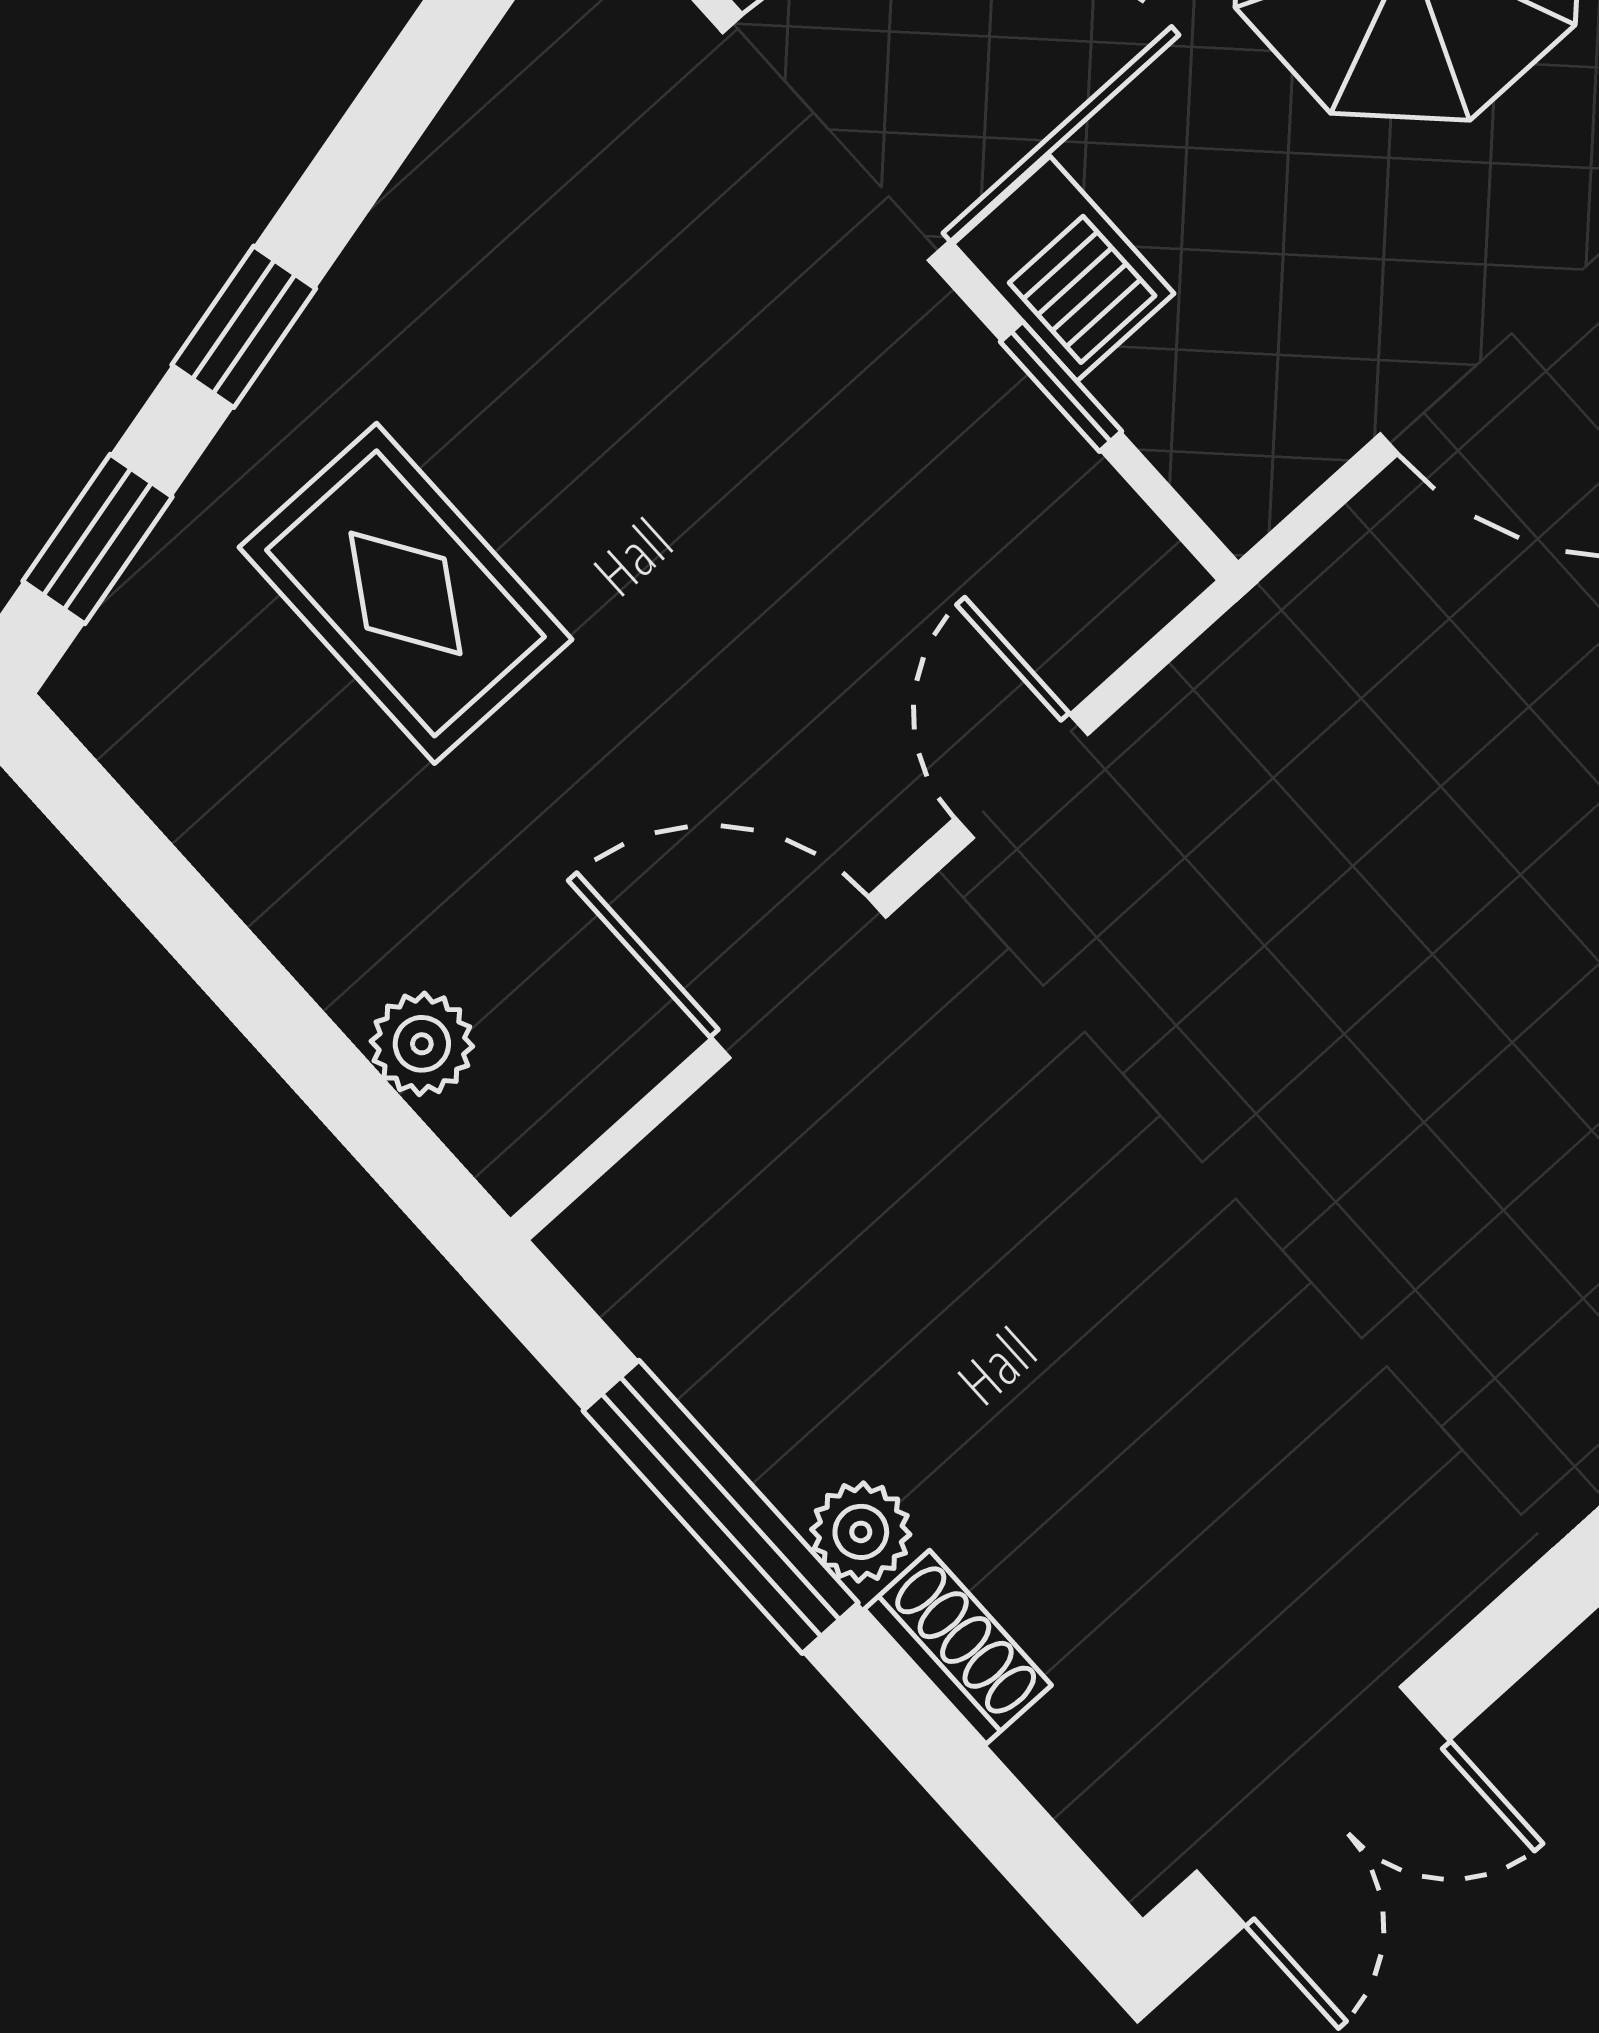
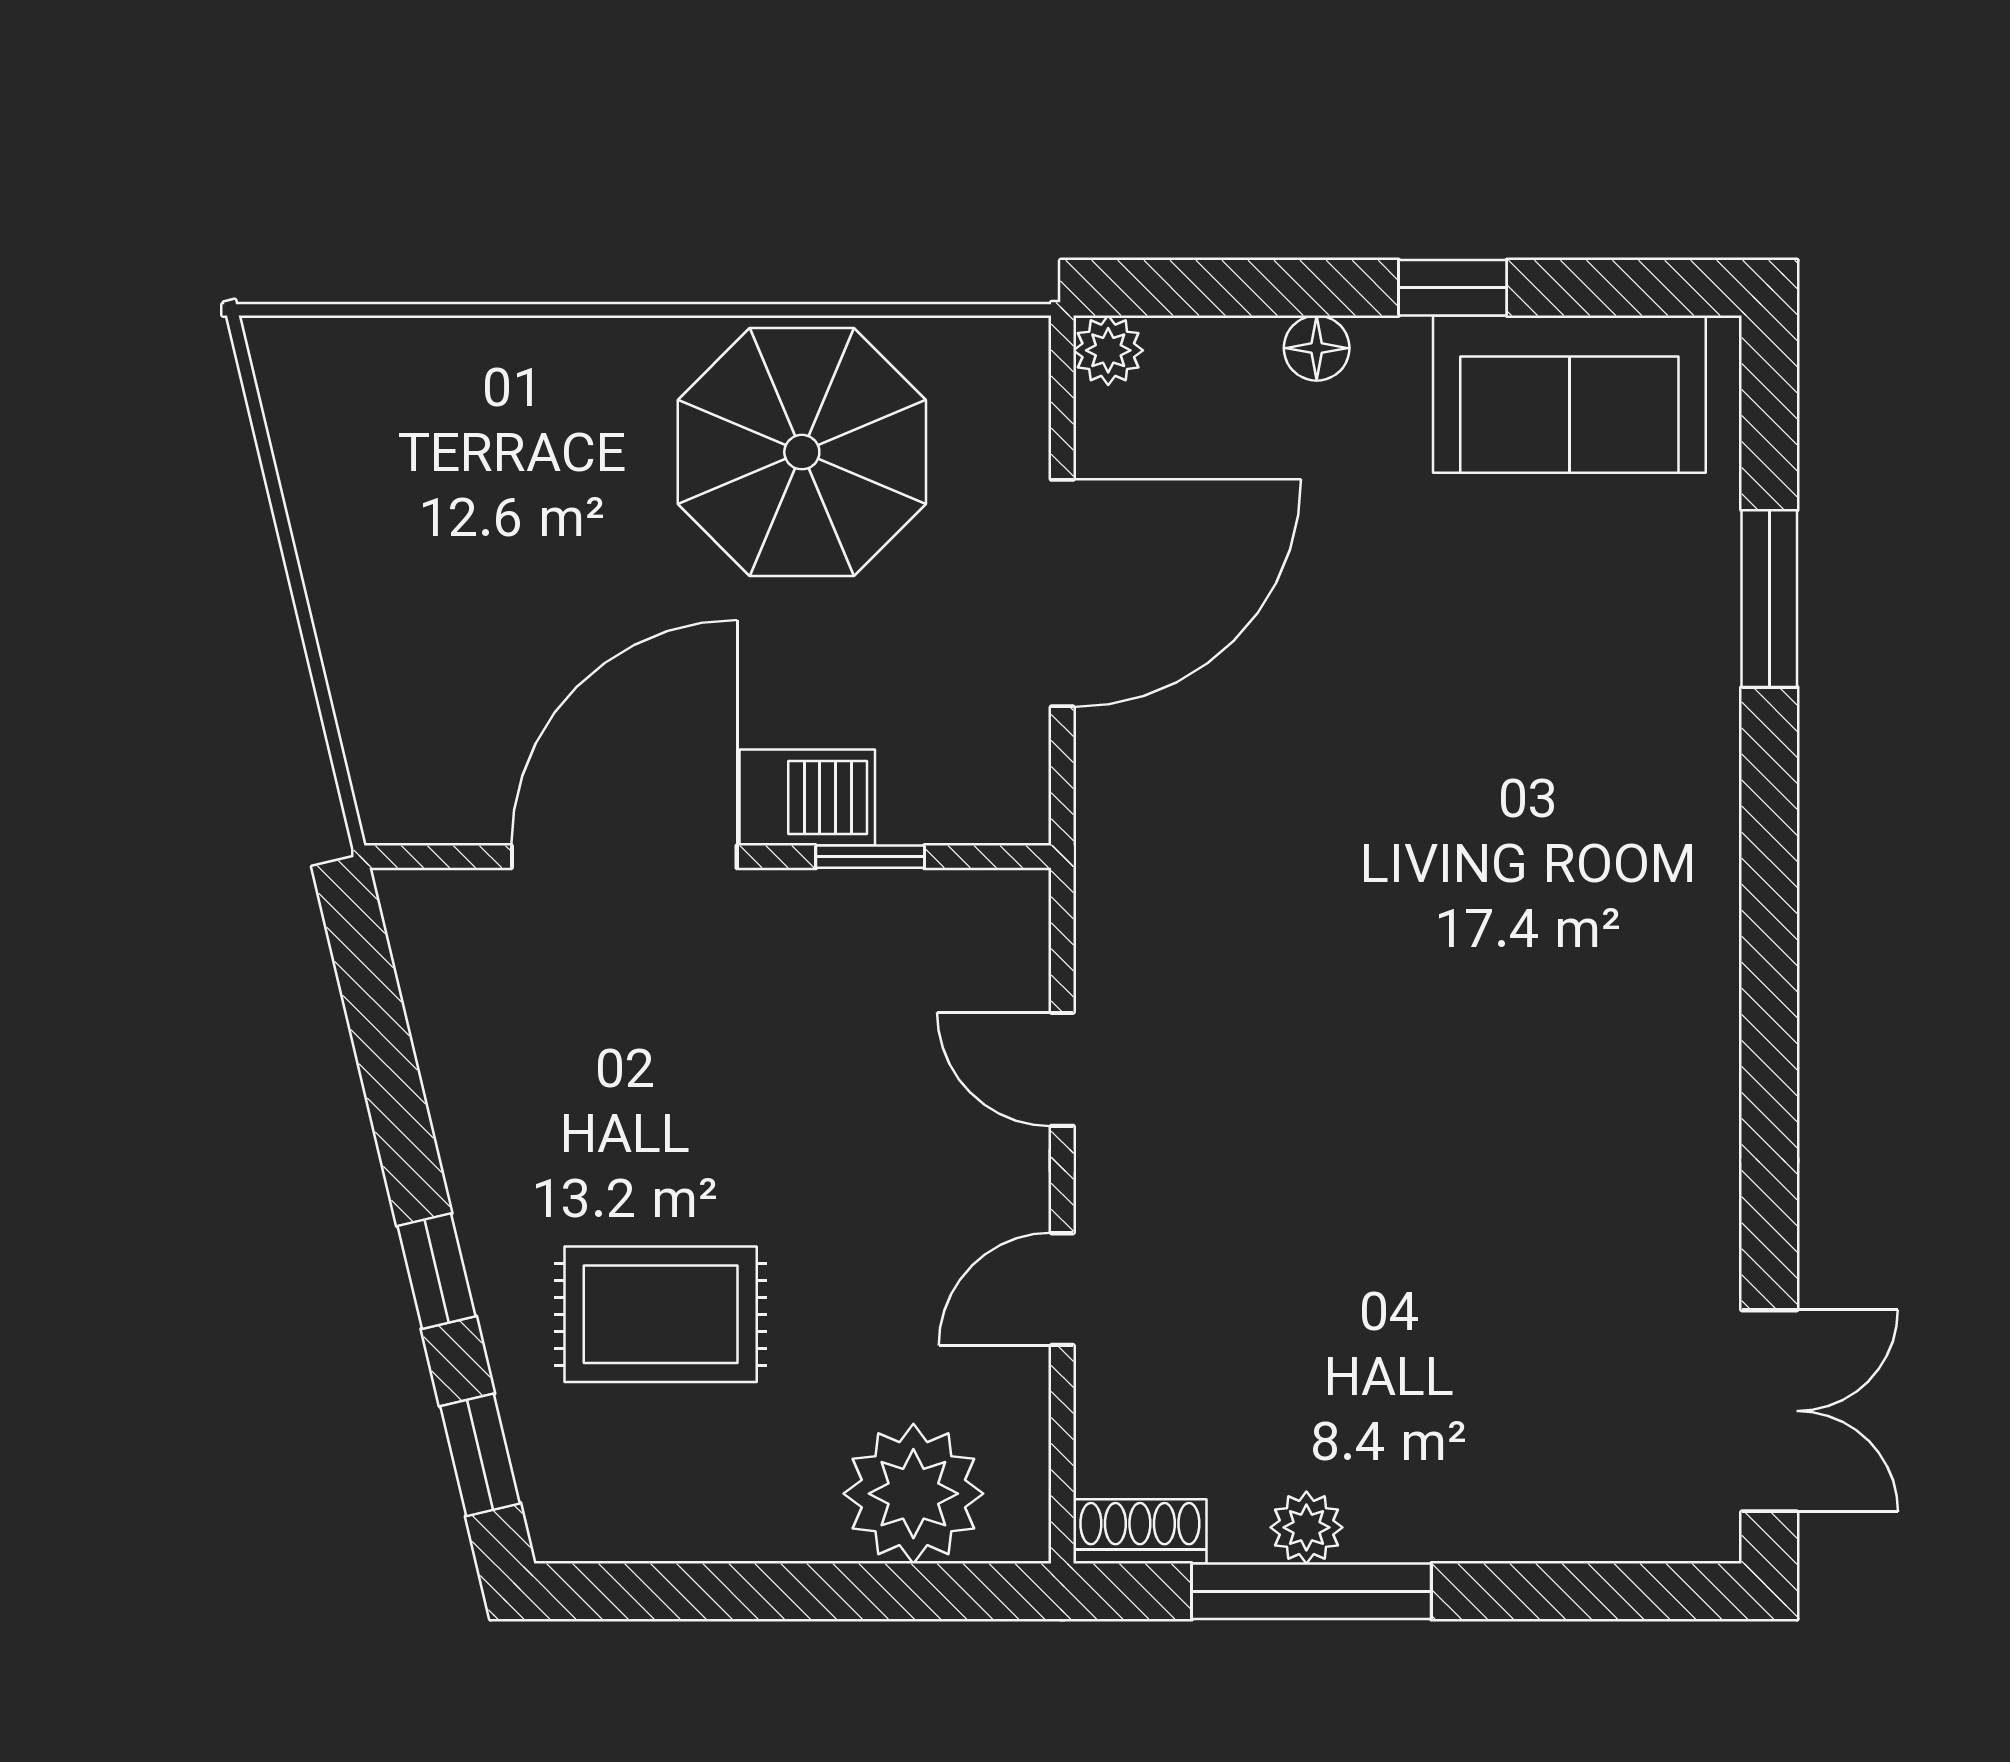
door: (799, 978) -> (1062, 1289), width x0.73
plant: (422, 1044) -> (913, 1494), width x1.88, depth x1.88
plant: (861, 1532) -> (1306, 1527), moved
shoe rack: (958, 1647) -> (1140, 1531), moved

